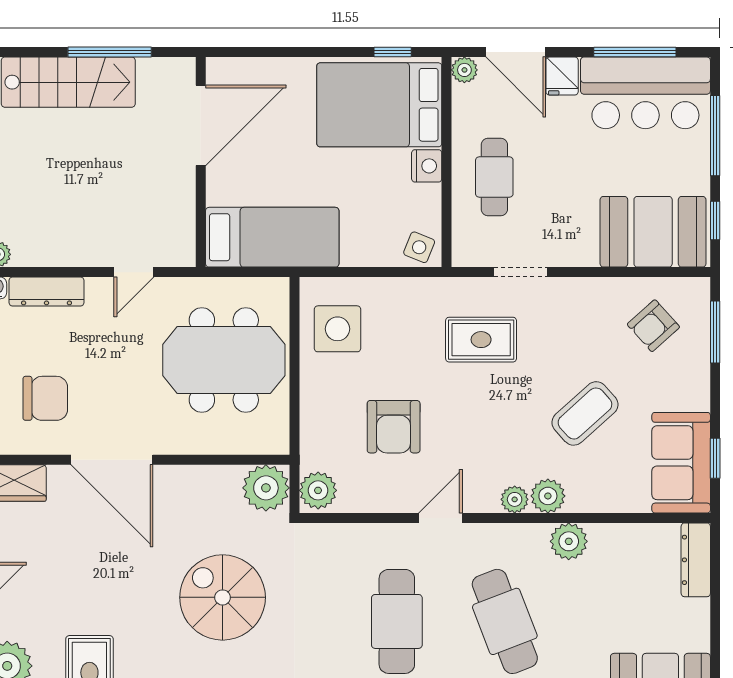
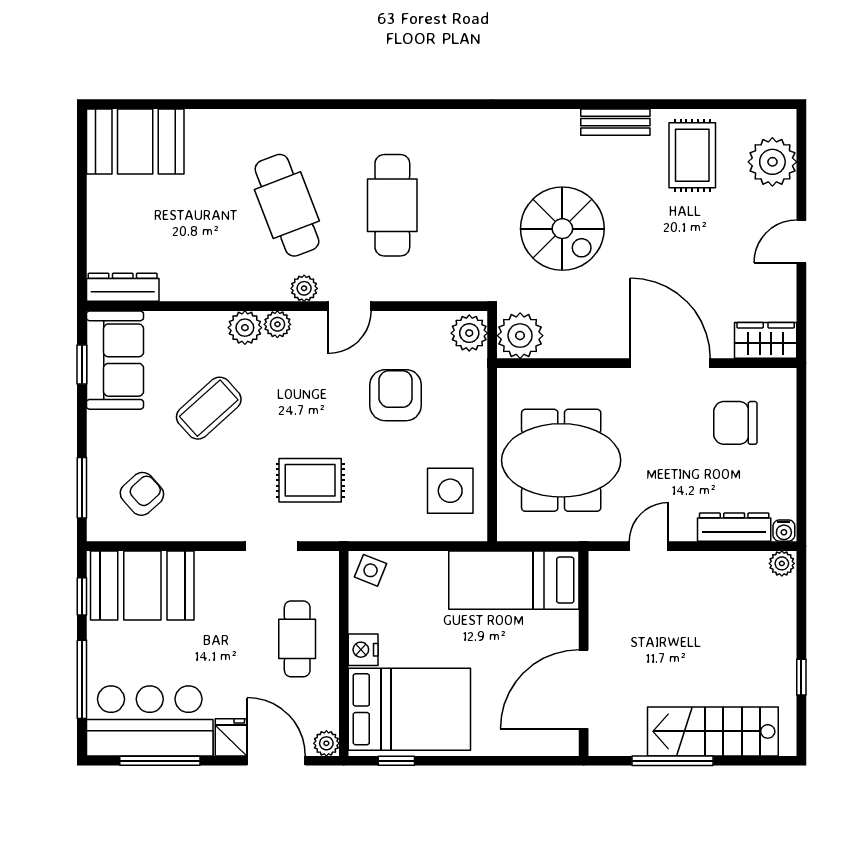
plant: (569, 541) -> (304, 288), moved, width x0.73, depth x0.73
dresser: (696, 560) -> (123, 287), moved, turned -90

